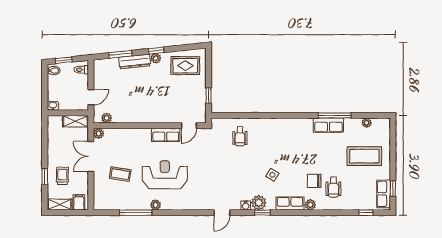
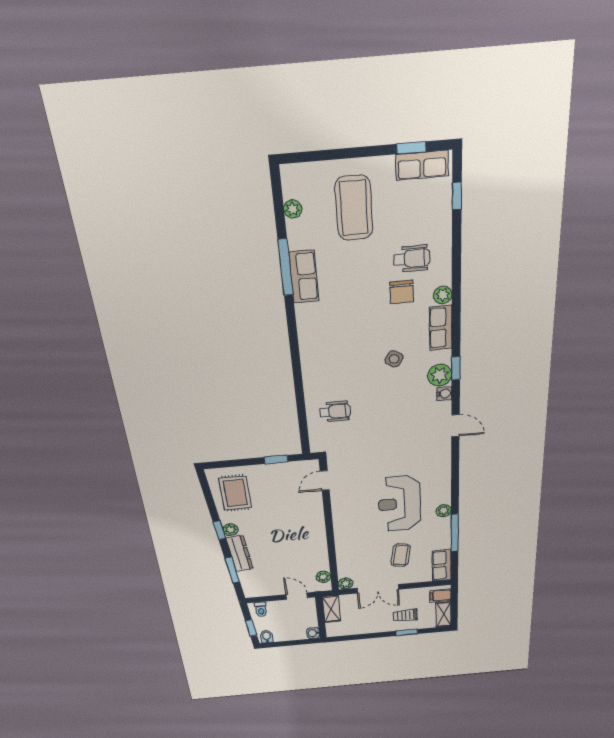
door: (189, 126) -> (325, 480), swing flipped
row of seats: (166, 135) -> (442, 565), moved, turned 180

